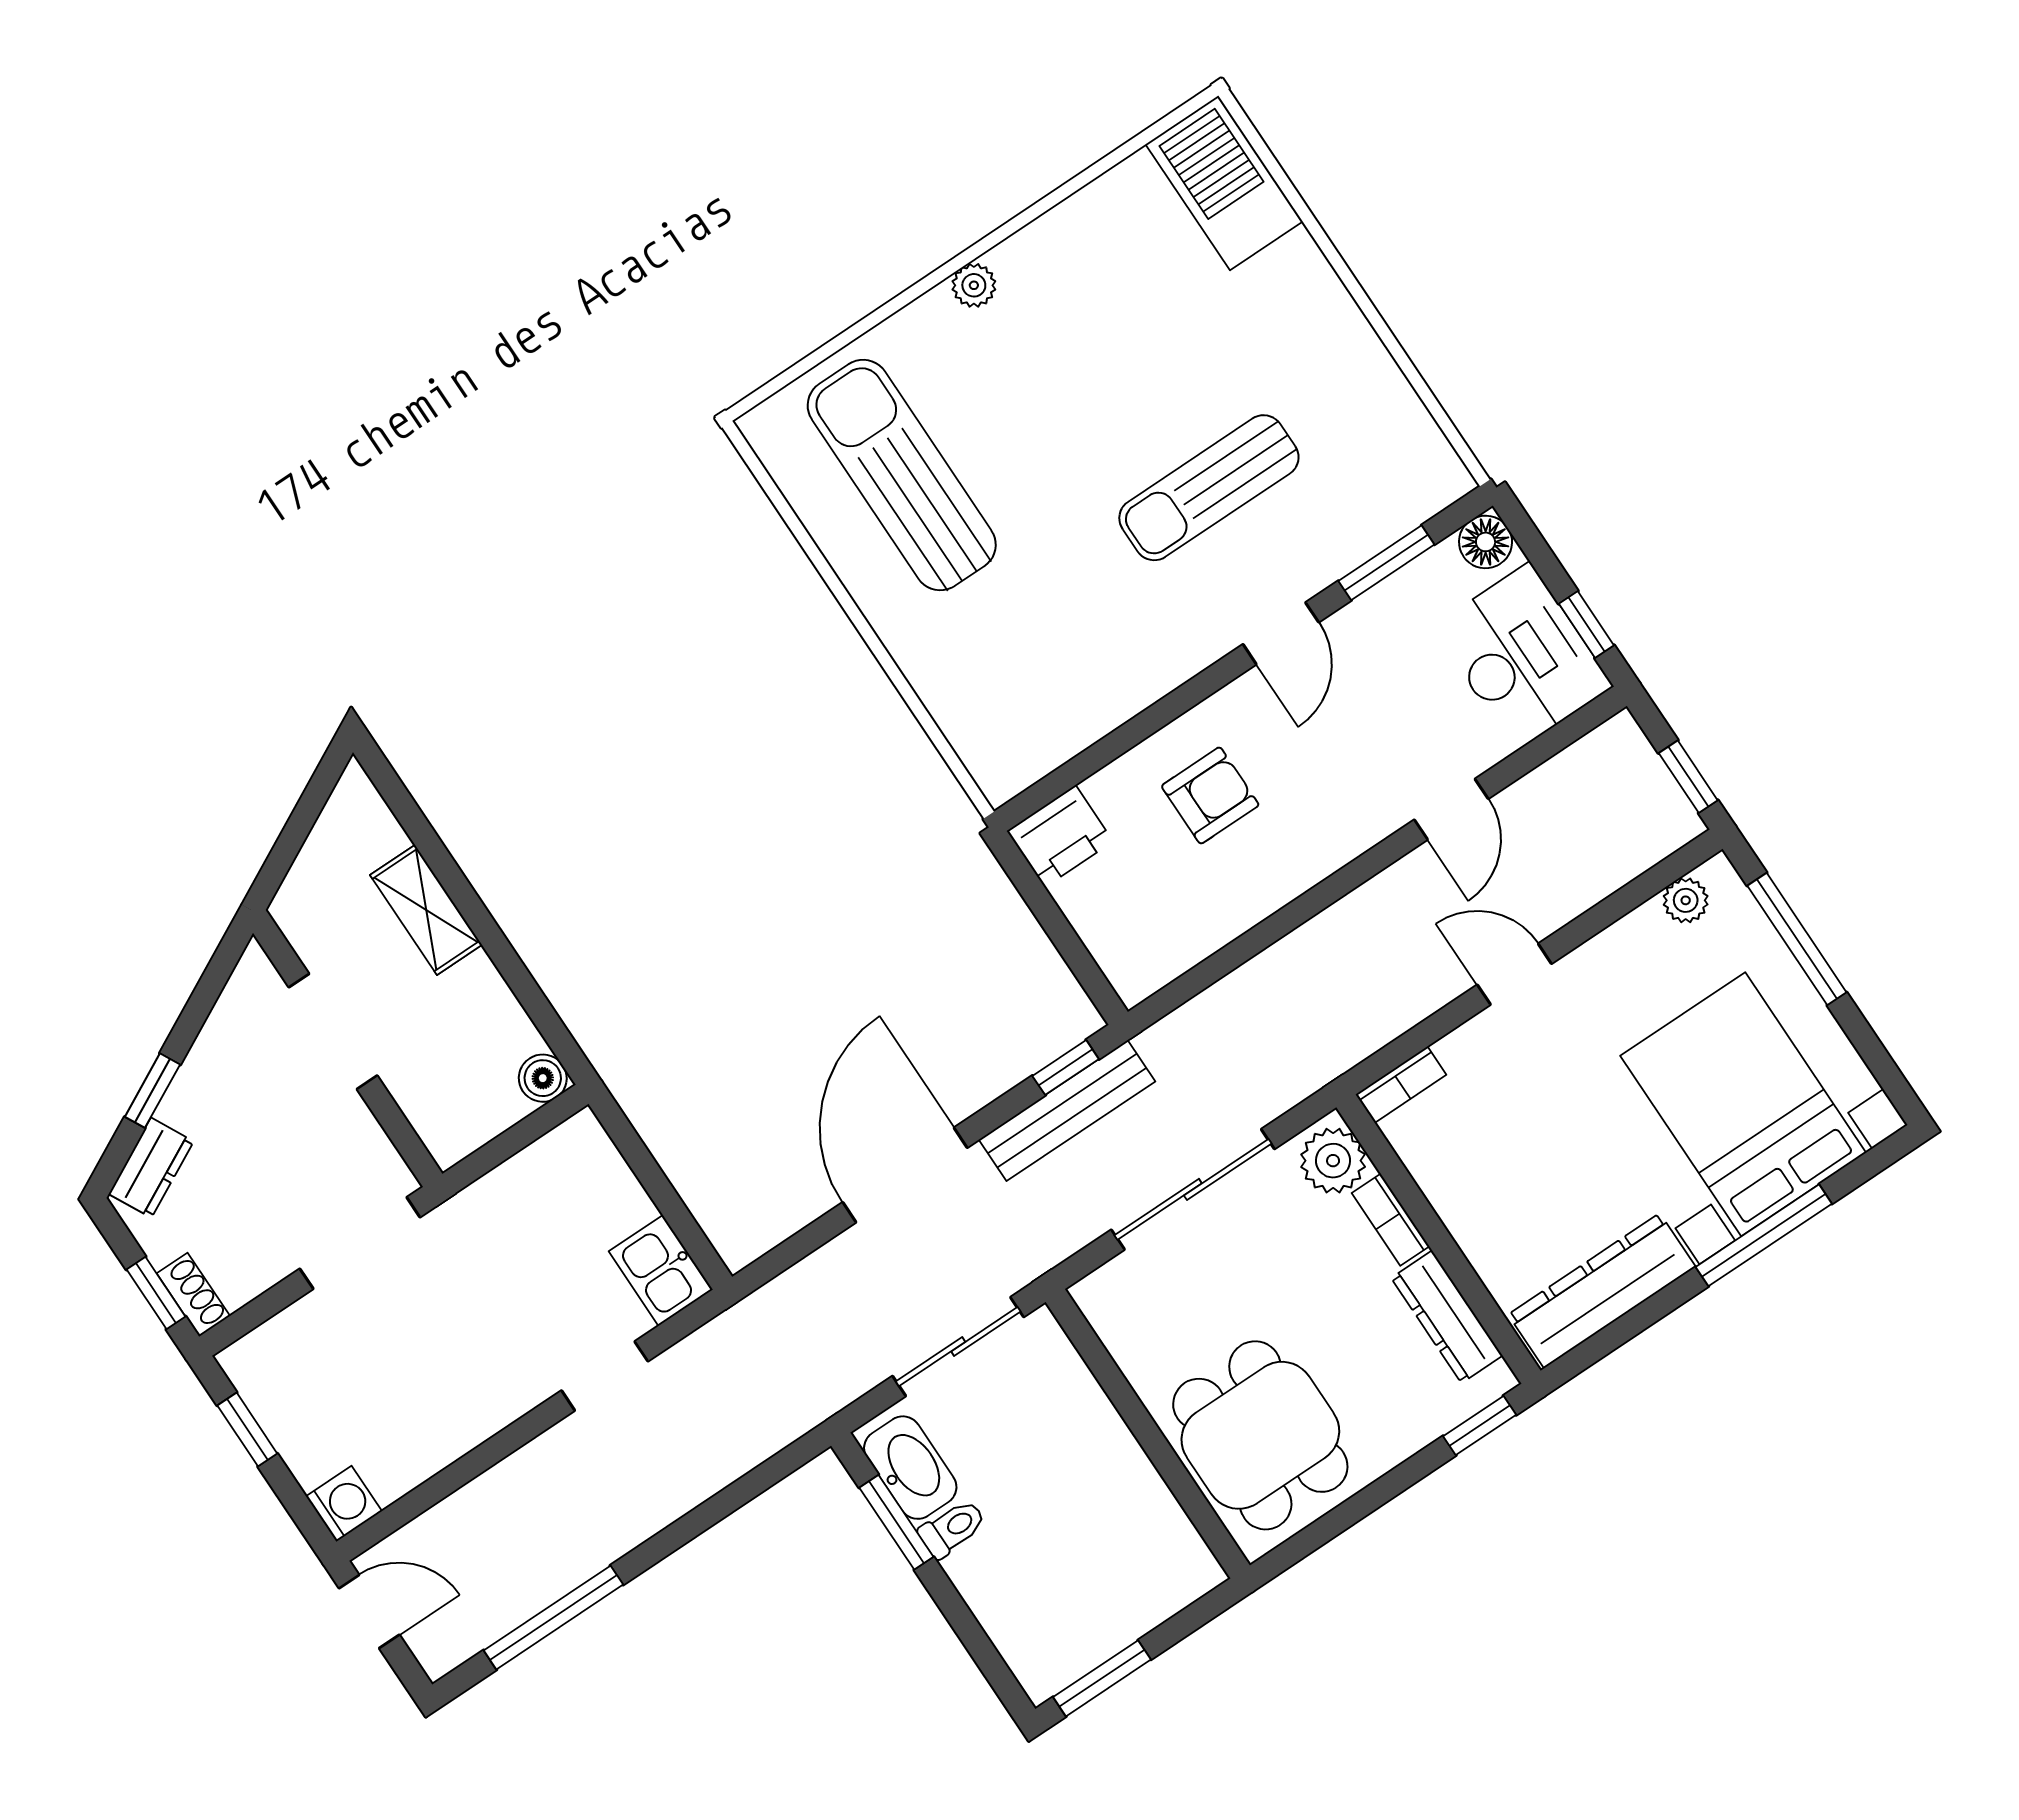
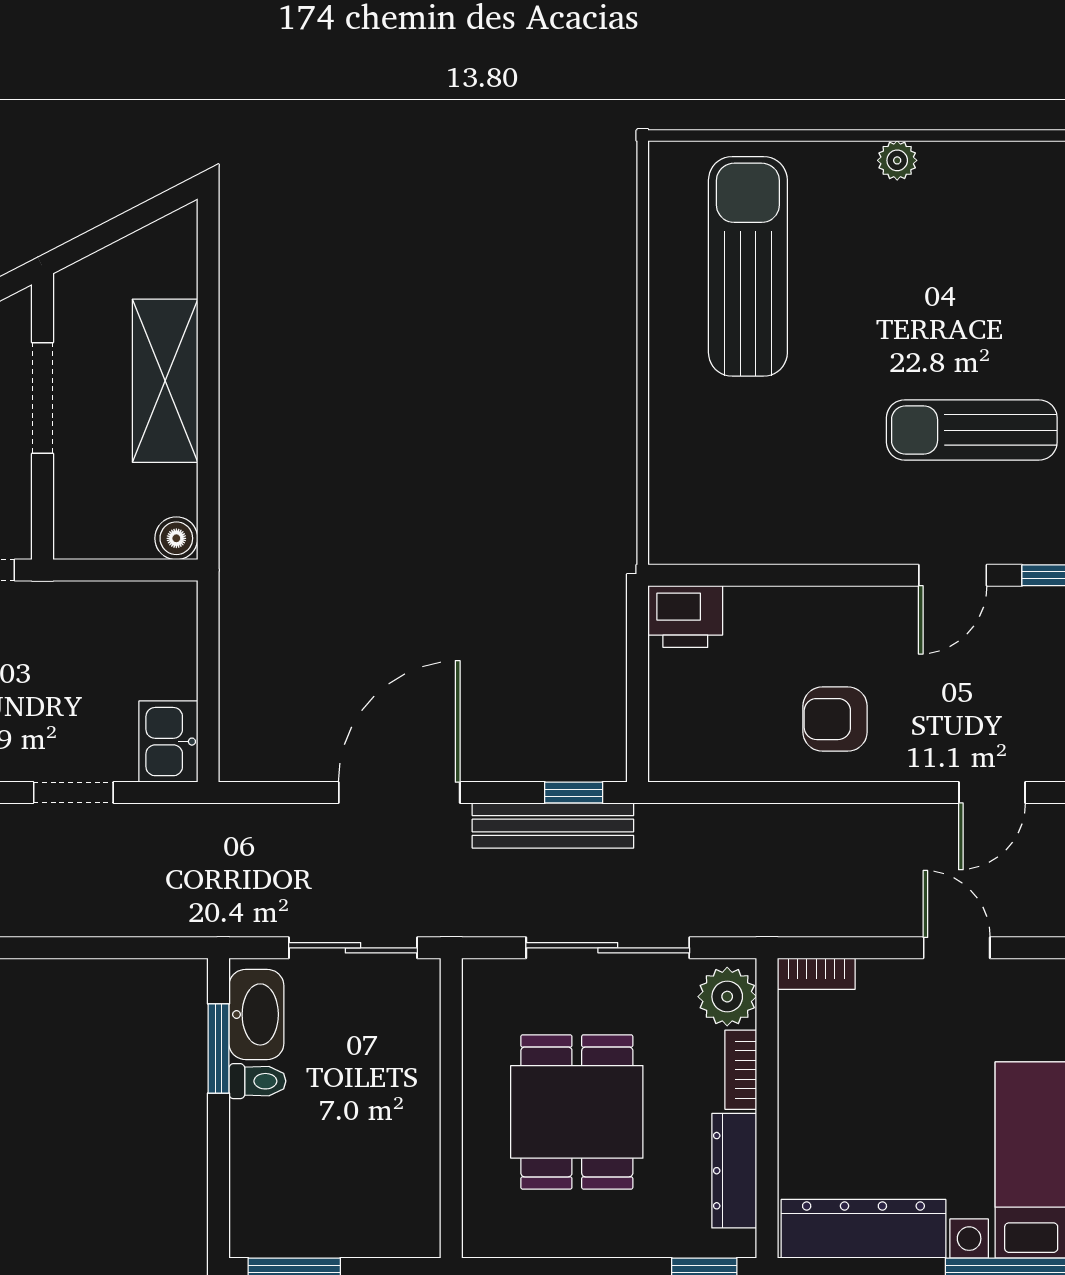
armchair: (1210, 795) -> (835, 719), moved, turned 180
shelving: (426, 910) -> (165, 381), width x1.50, depth x1.33
dining table: (1260, 1435) -> (577, 1112), moved

